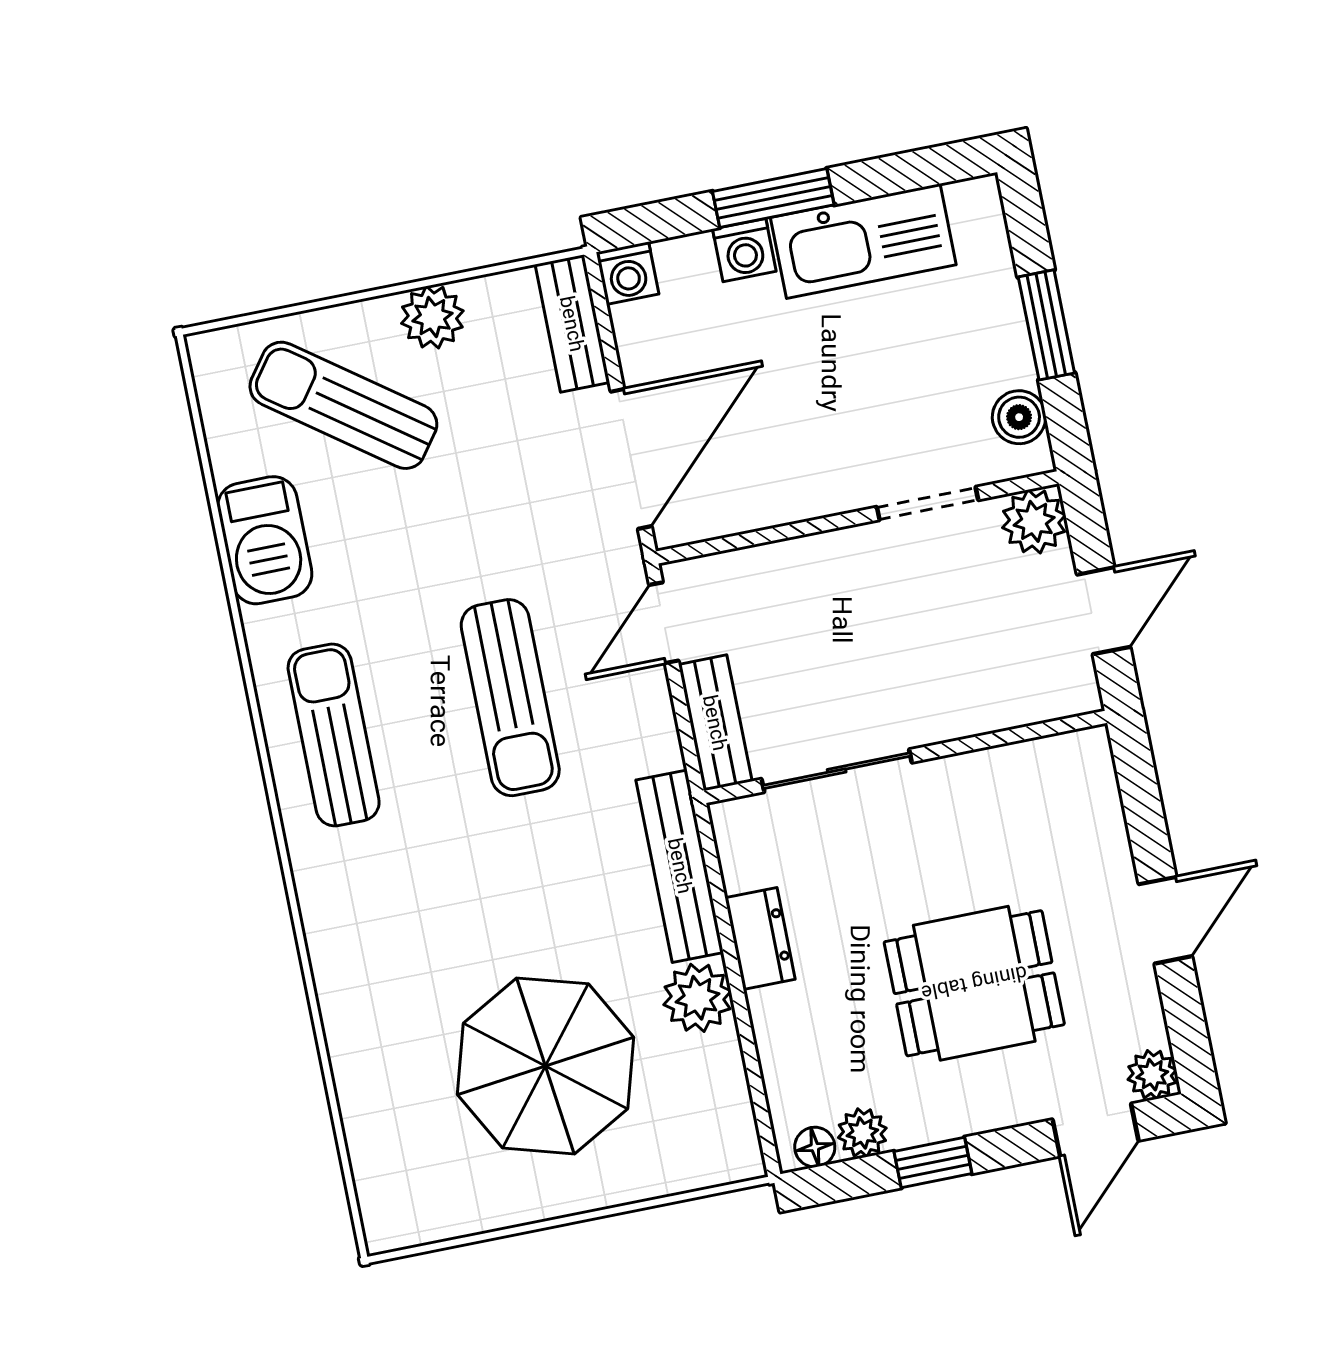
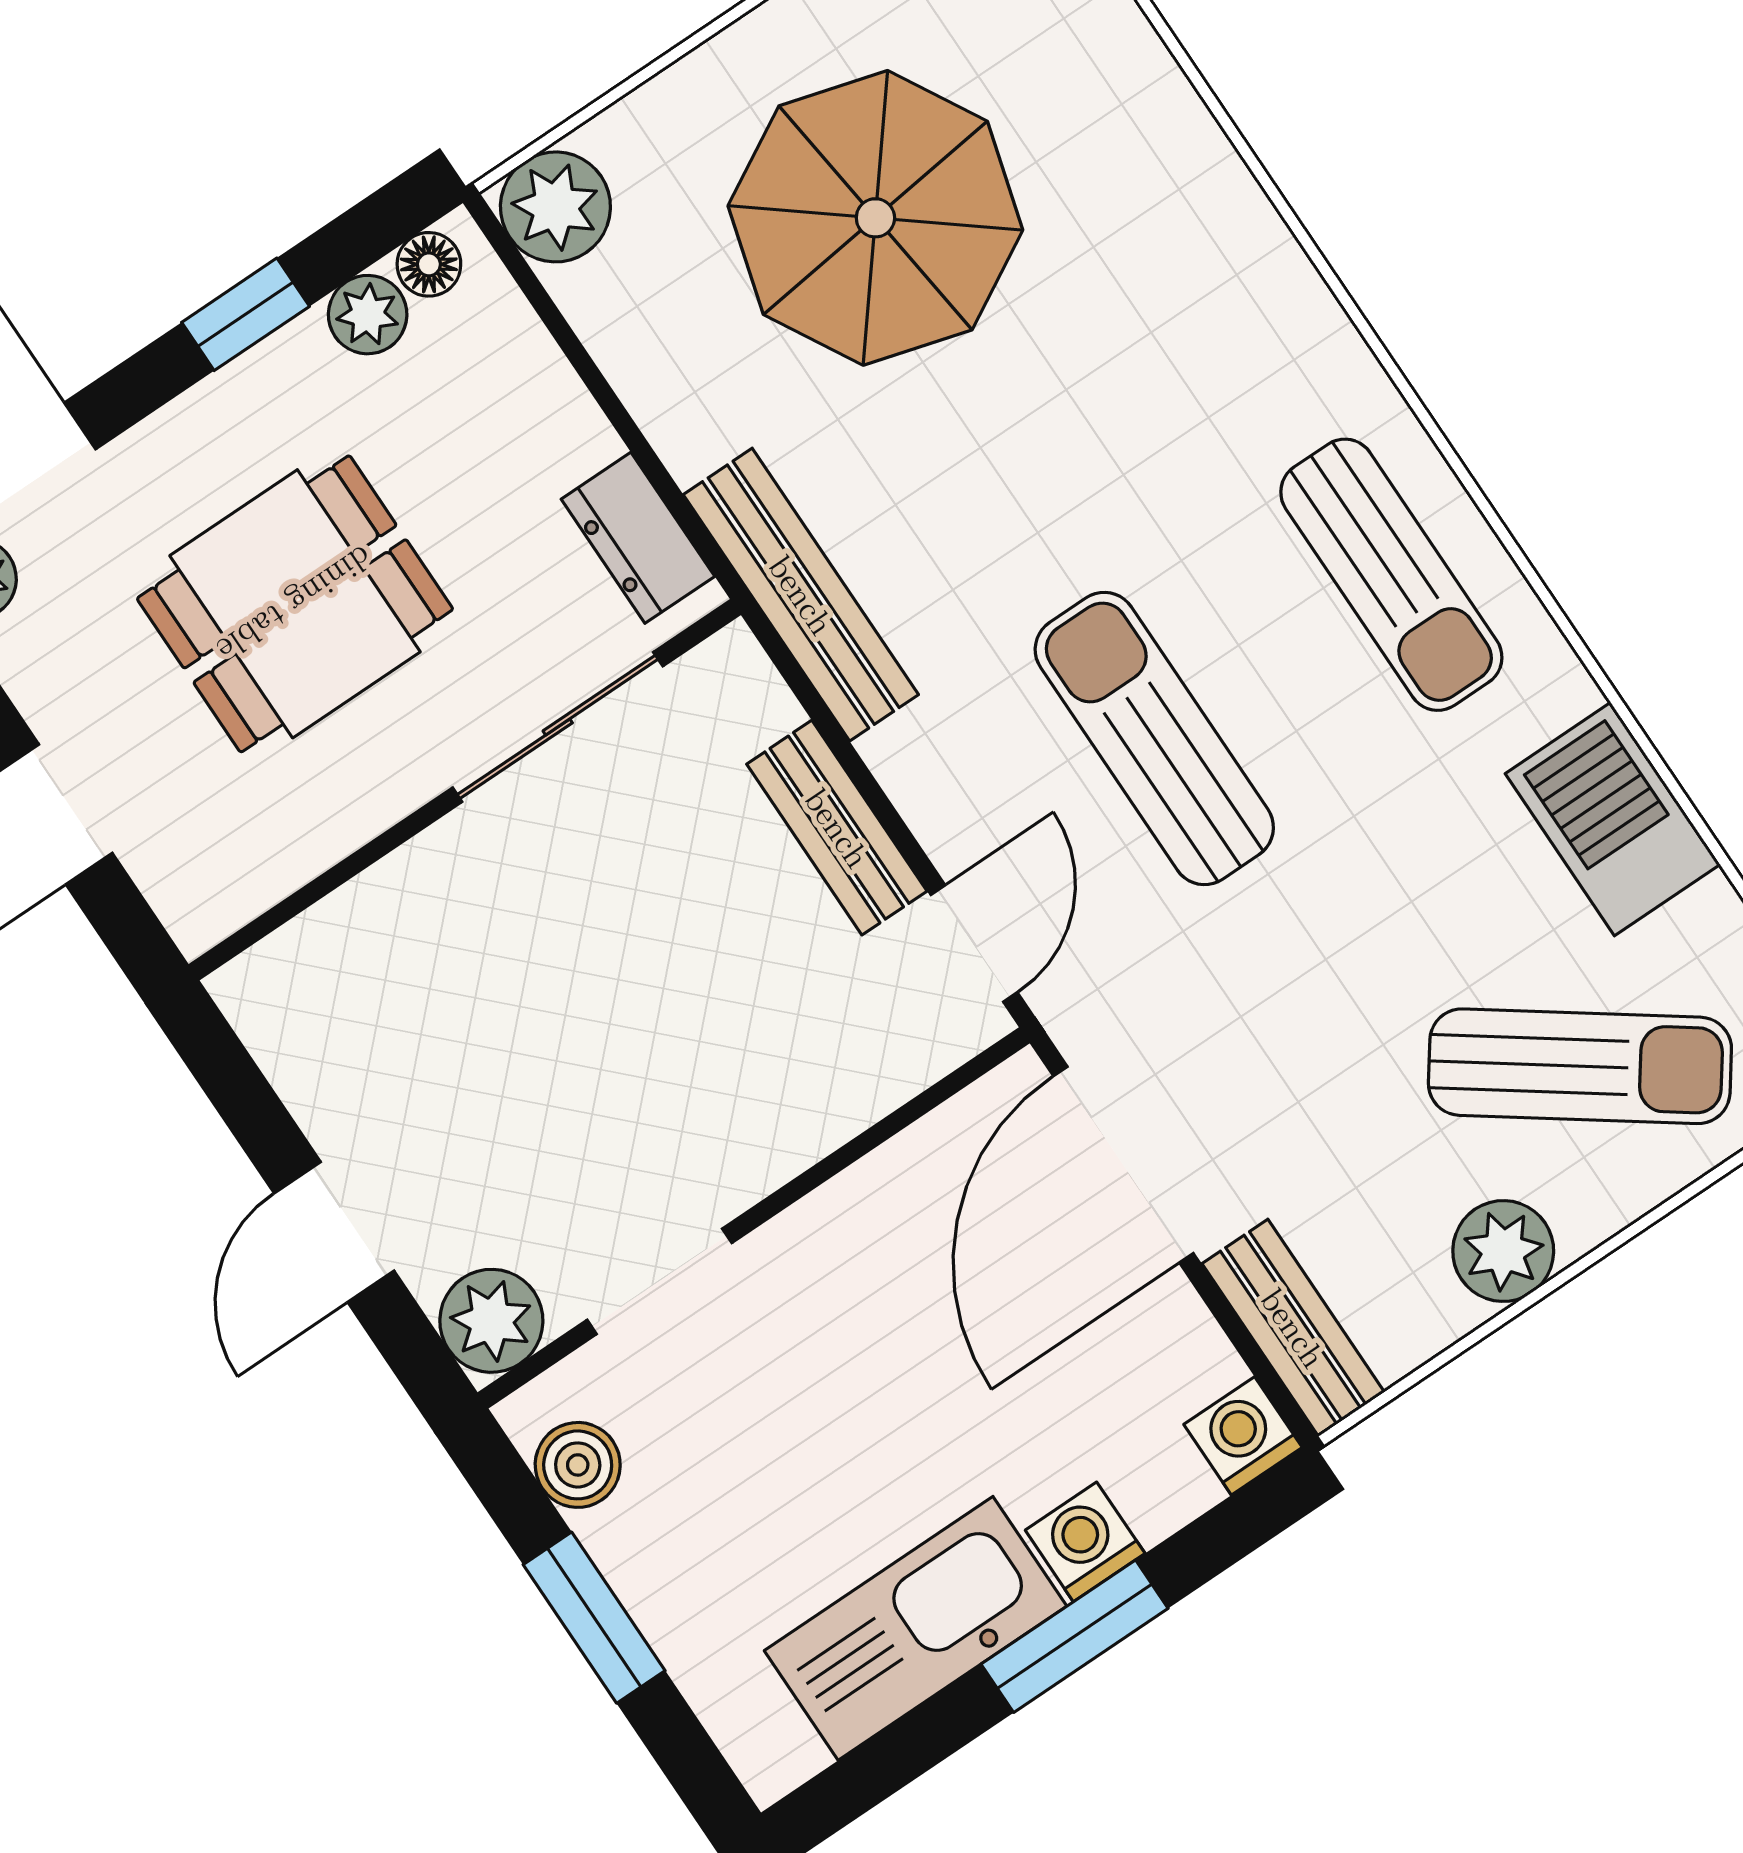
wall: (905, 757) -> (465, 790), moved
sliding door: (837, 771) -> (558, 727), moved
plant: (697, 998) -> (555, 207), moved

